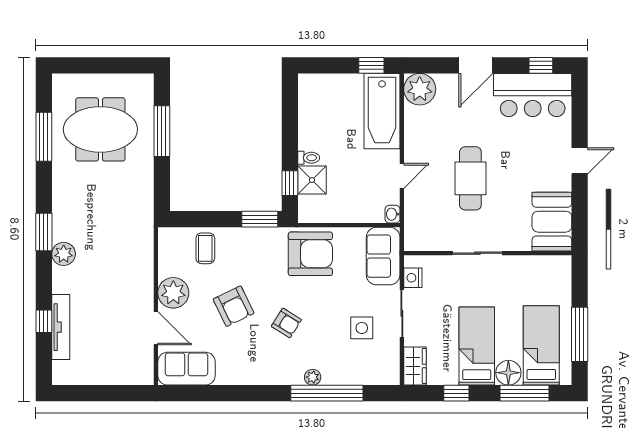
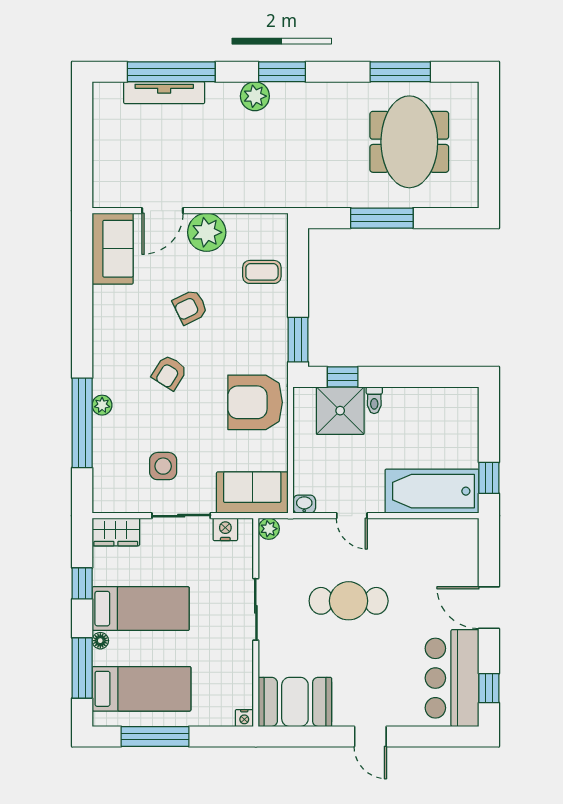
plant: (420, 89) -> (269, 529), moved, width x0.53, depth x0.53
window: (162, 131) -> (382, 218), moved
shower: (312, 180) -> (340, 411), width x1.36, depth x1.36
armchair: (310, 254) -> (255, 402), turned 90
nightstand: (565, 262) -> (244, 718), added
armchair: (234, 306) -> (190, 307), width x0.72, depth x0.72
window: (44, 321) -> (171, 72), width x3.17
floor lamp: (508, 373) -> (100, 641), width x0.53, depth x0.53

